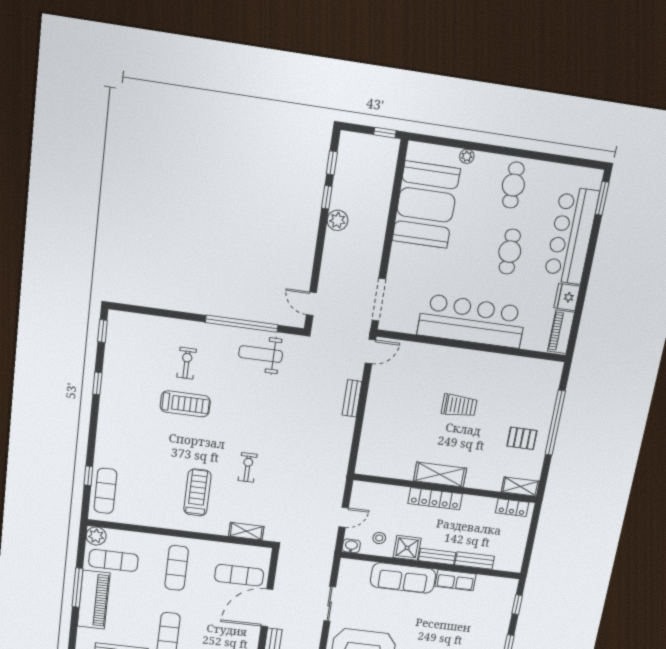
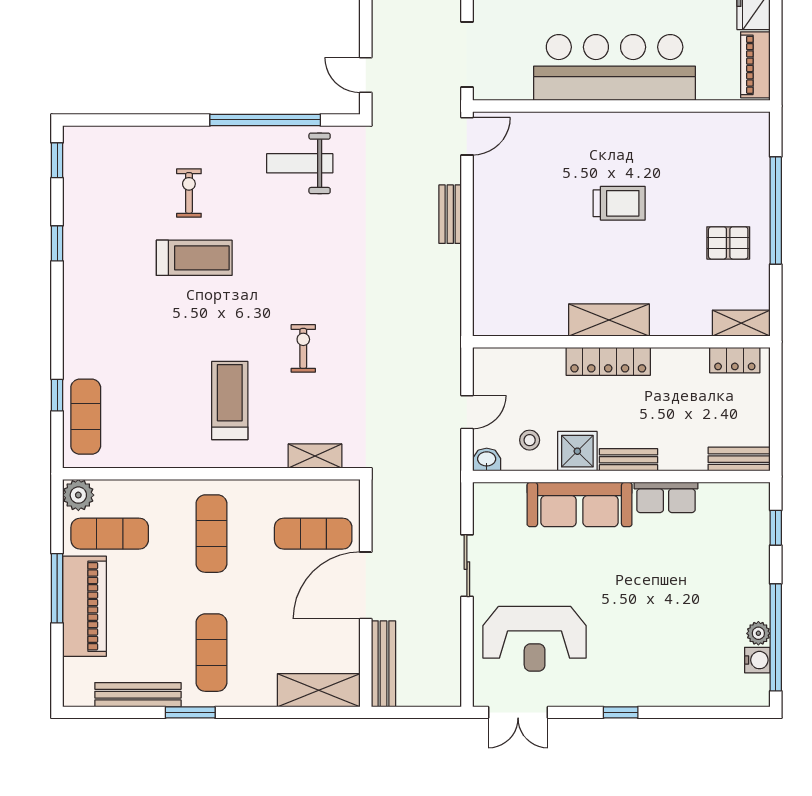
bench: (475, 561) -> (739, 459), moved

